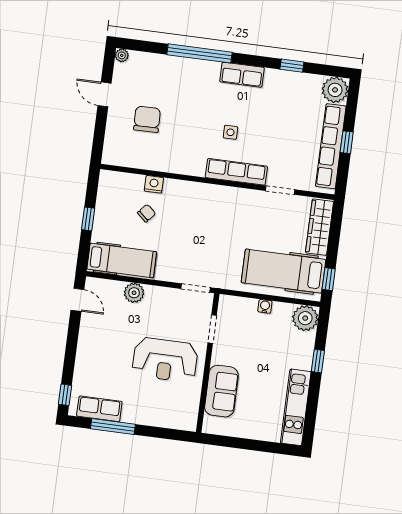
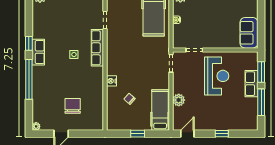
window: (292, 66) -> (29, 43), moved
chair: (147, 119) -> (73, 106), turned 91
nightstand: (154, 184) -> (111, 81), moved
sofa: (221, 391) -> (249, 33), moved, turned -90
window: (65, 395) -> (222, 134), moved
row of seats: (99, 409) -> (252, 84), moved
window: (162, 433) -> (261, 72), added

